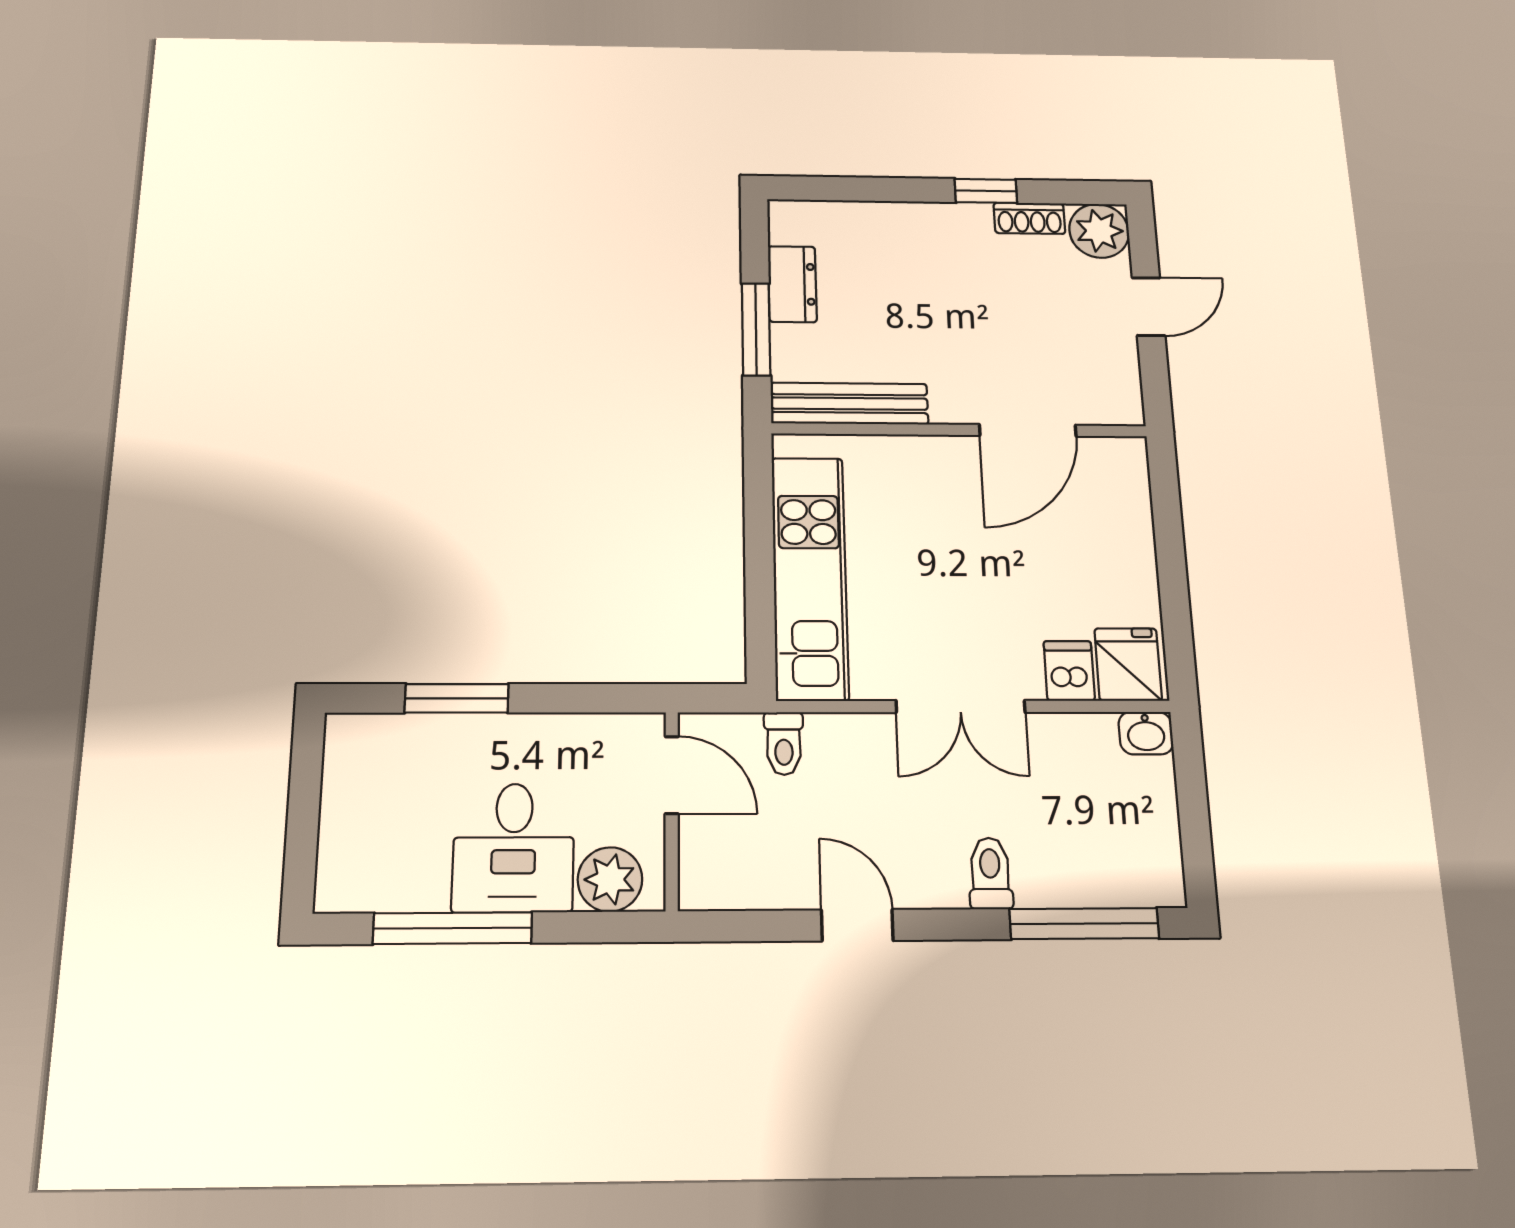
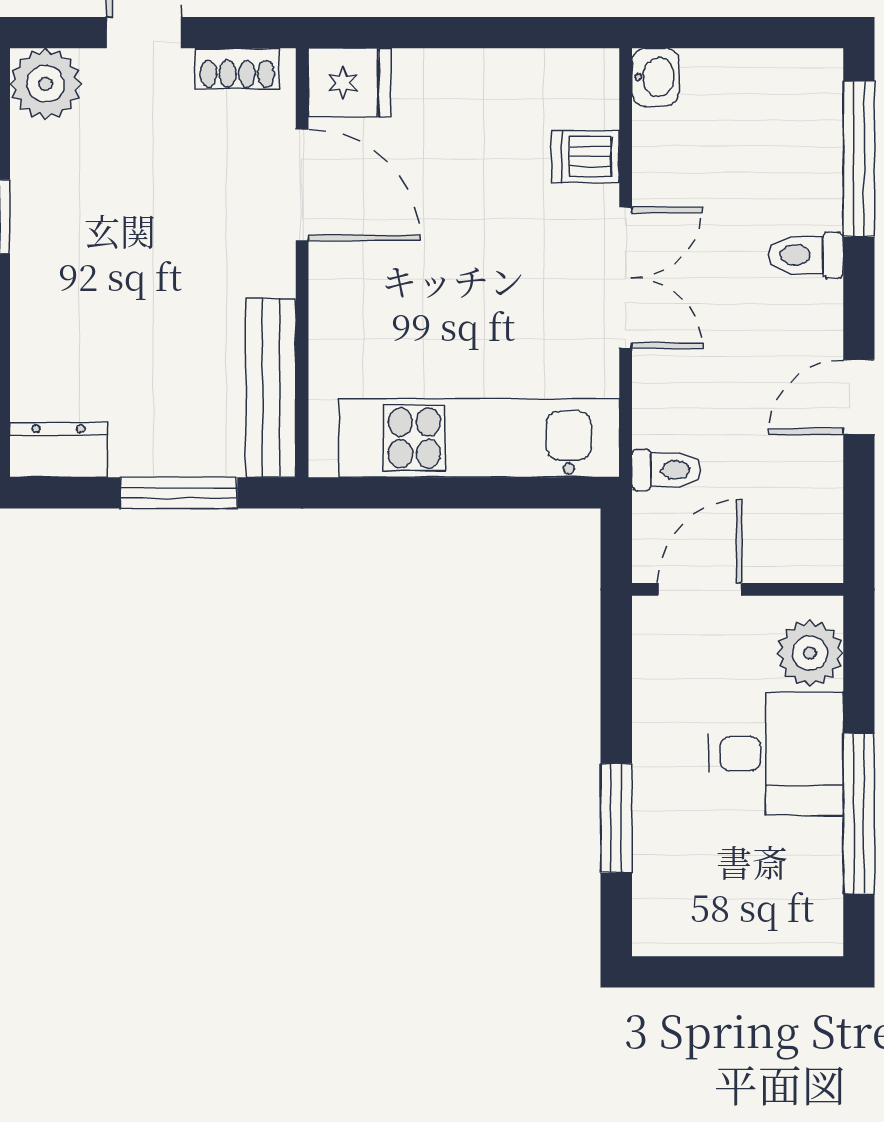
shoe rack: (1029, 218) -> (237, 68), moved, turned 90
dresser: (792, 284) -> (59, 450), moved
fridge: (1128, 664) -> (349, 83), moved, turned 180

